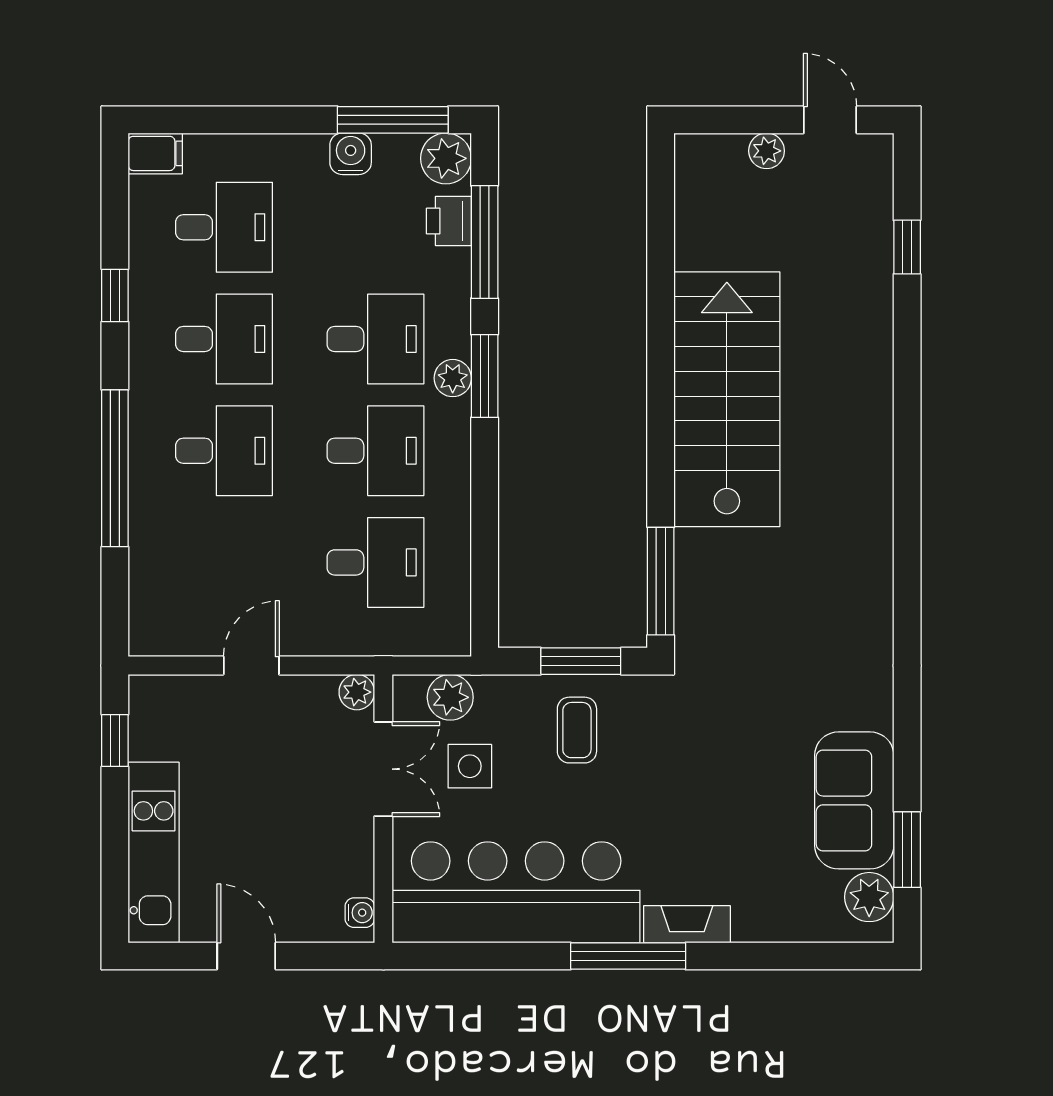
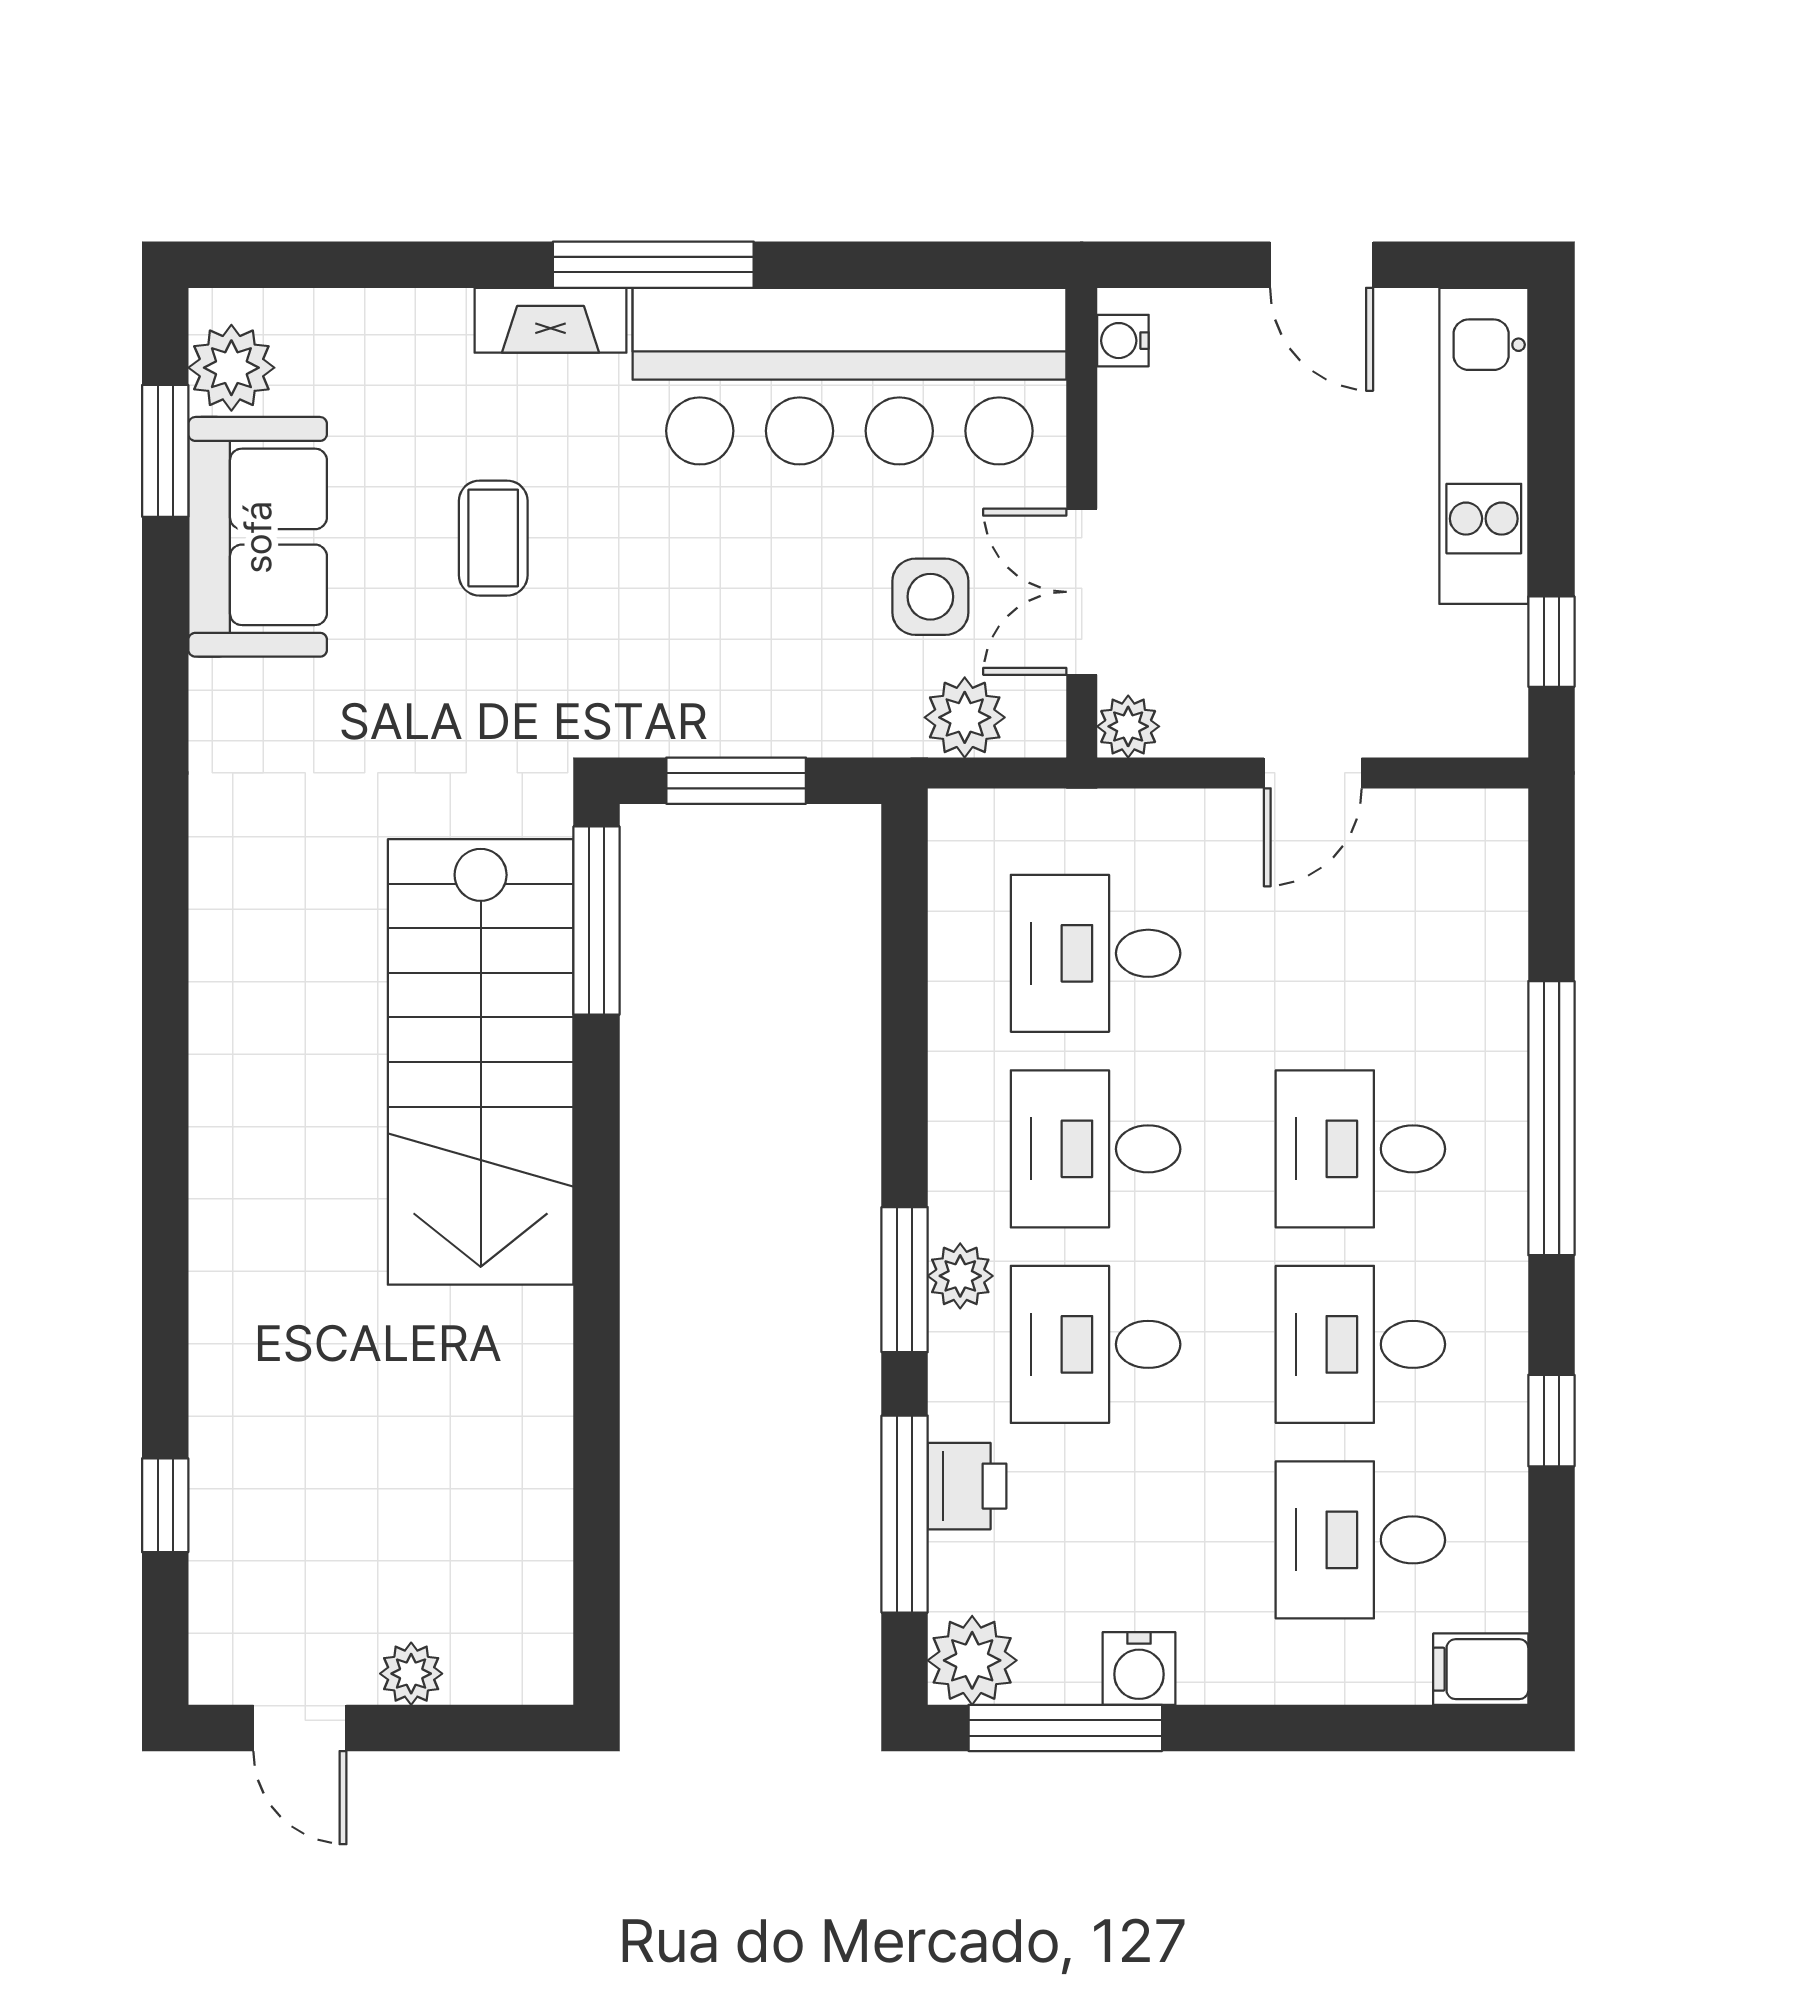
printer: (449, 221) -> (967, 1486), moved
stairs: (727, 399) -> (481, 1062), moved
coffee table: (577, 730) -> (493, 538), moved

